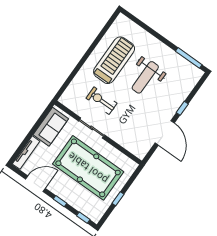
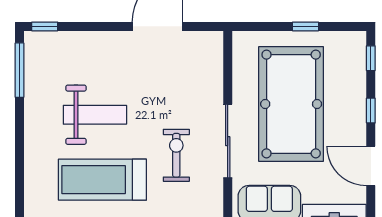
exercise bike: (102, 101) -> (176, 155), turned 180
window: (182, 108) -> (45, 26), moved
sliding door: (92, 128) -> (228, 141), width x1.37

